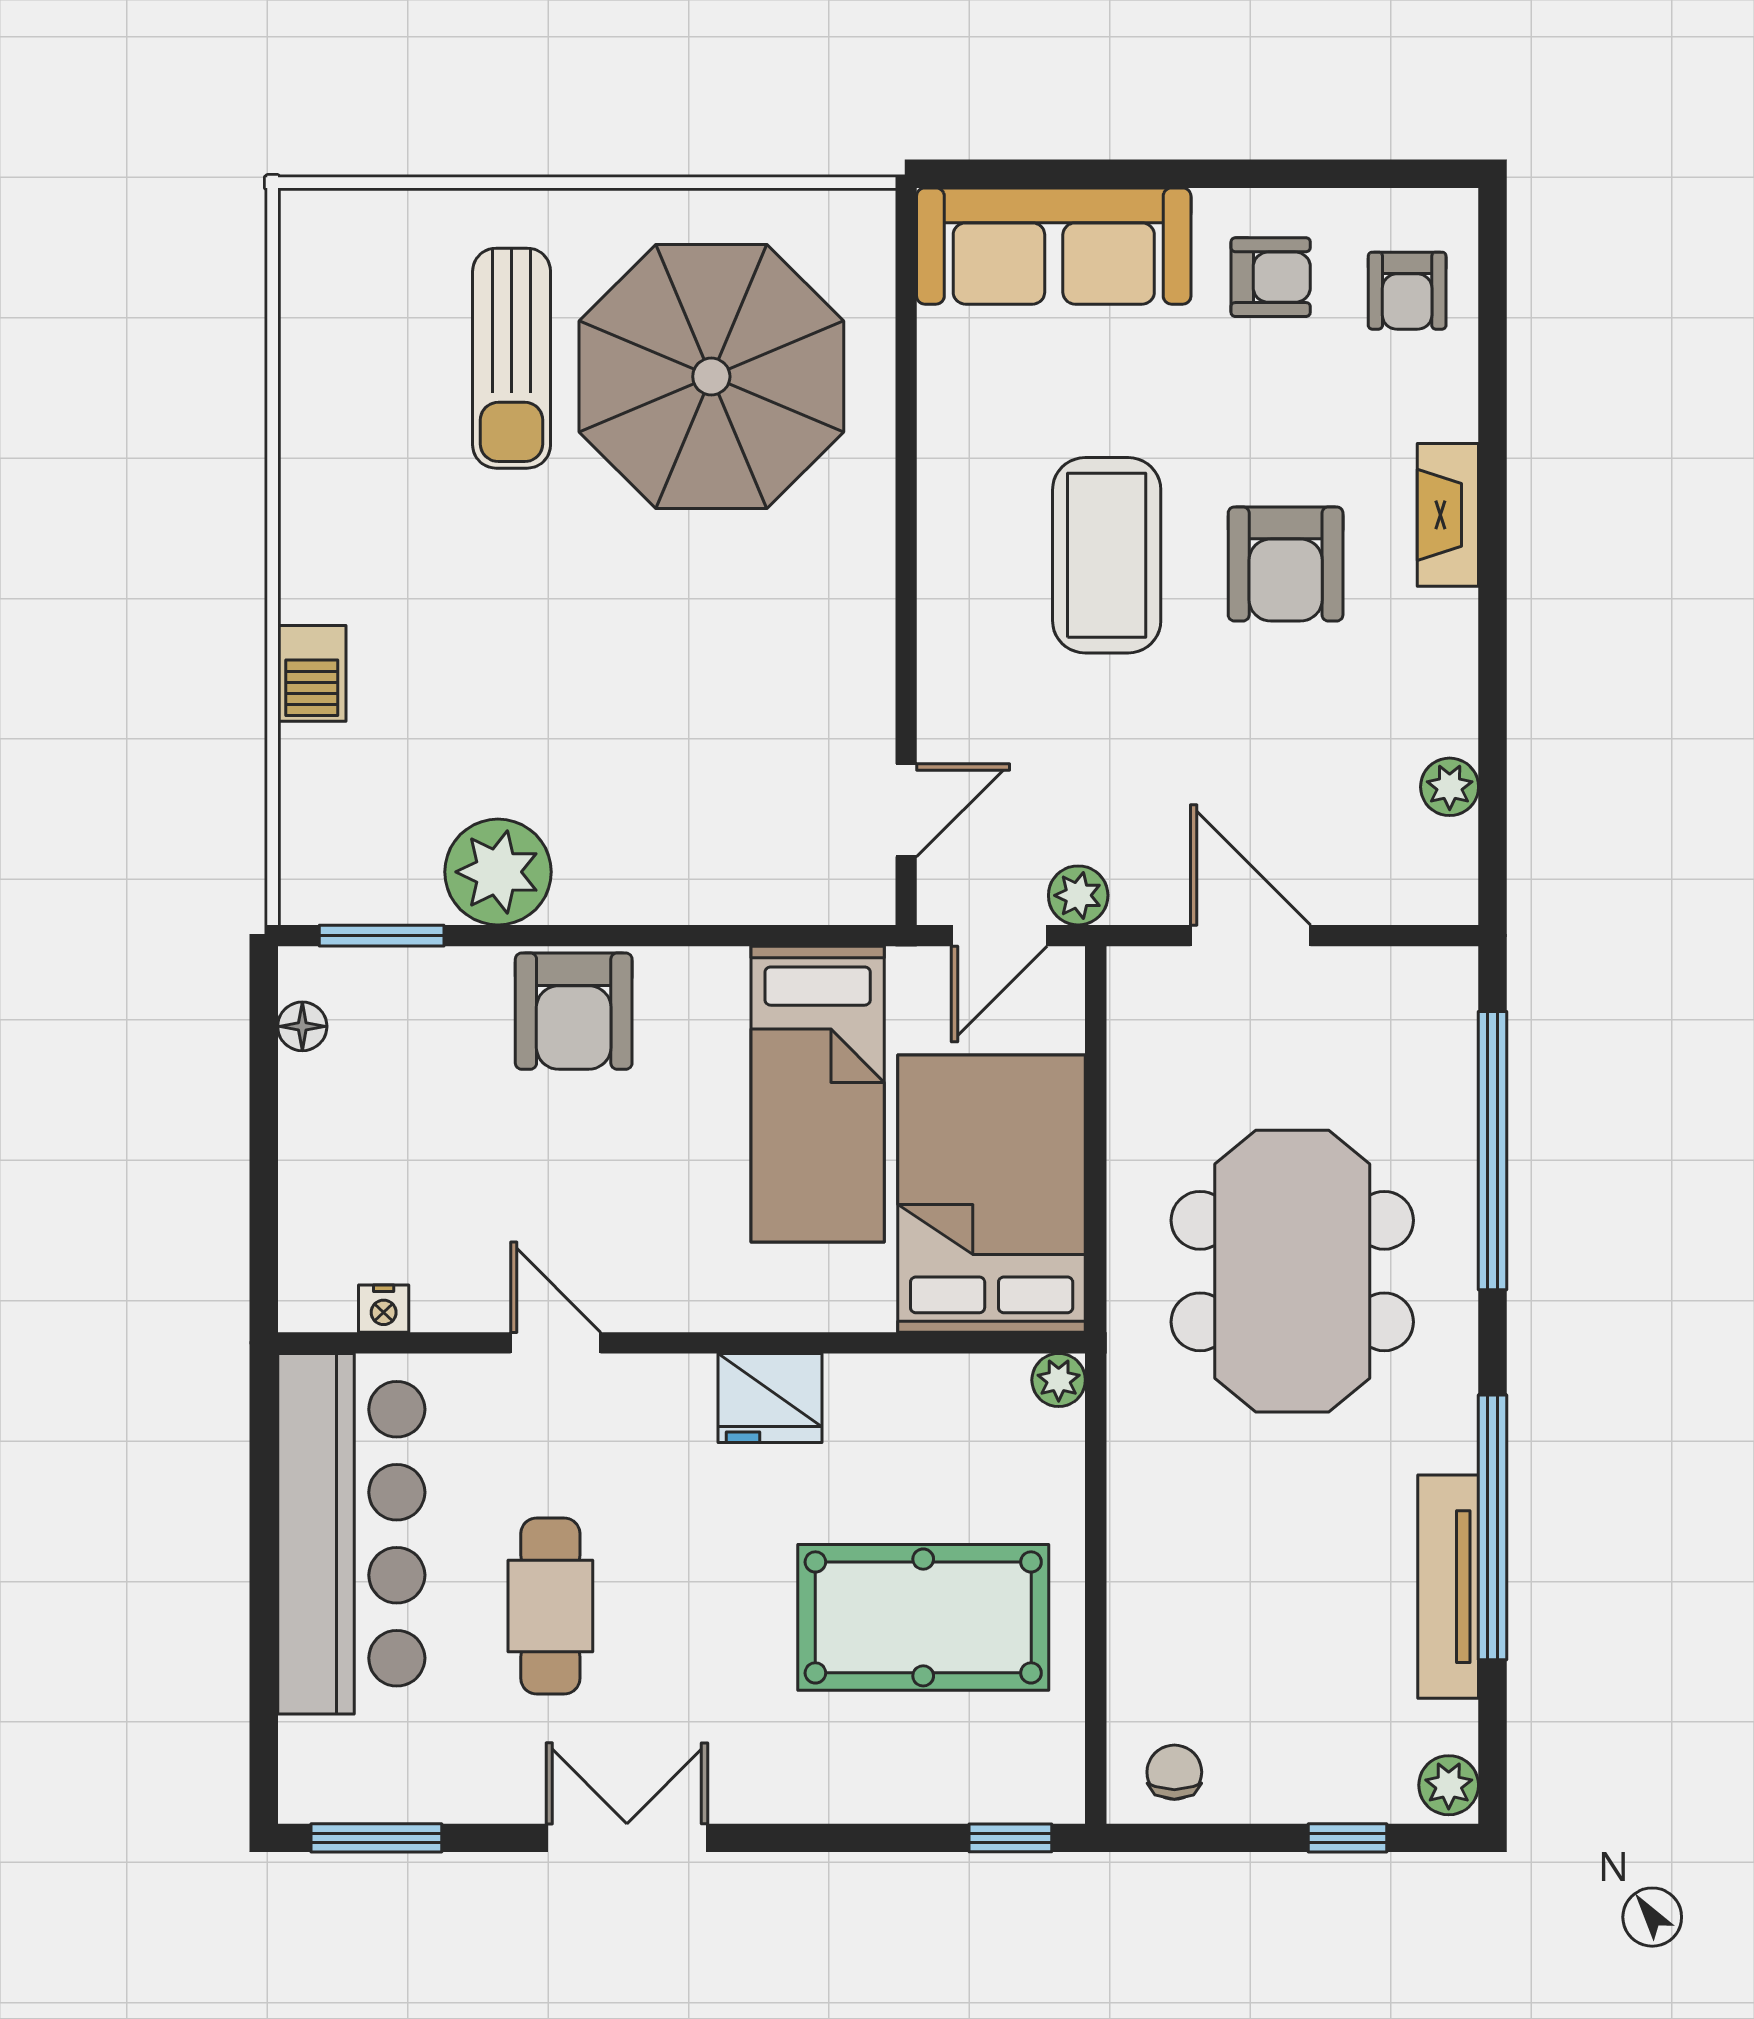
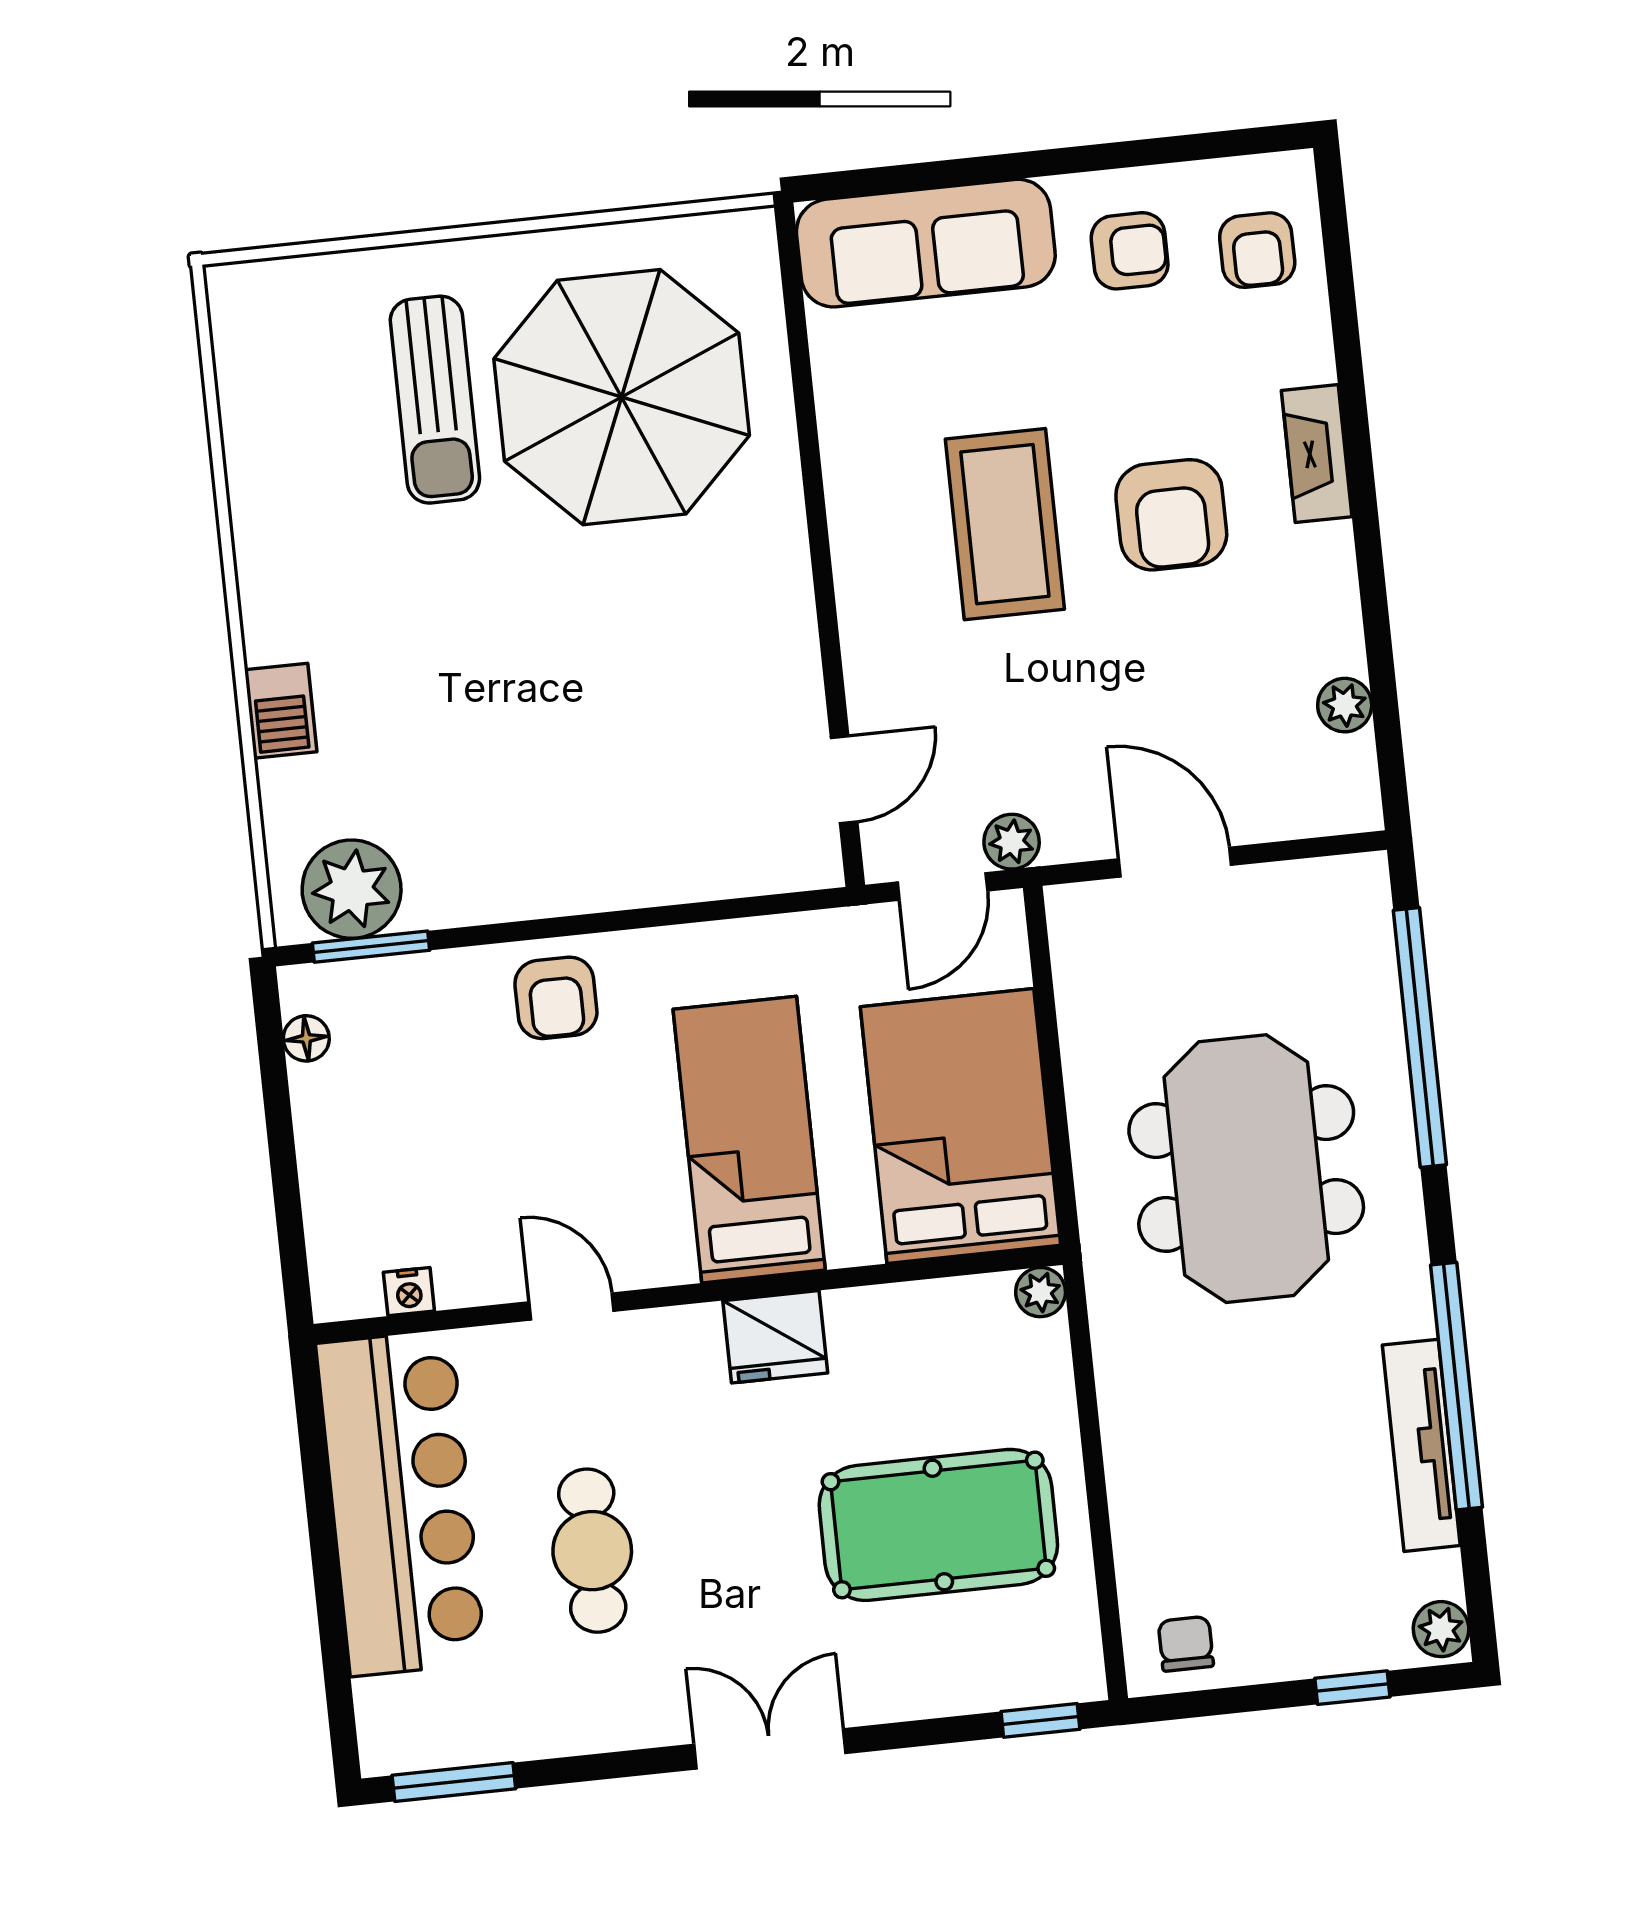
plant: (498, 872) -> (352, 889), moved
armchair: (574, 1011) -> (556, 998), width x0.72, depth x0.72
bed: (818, 1094) -> (749, 1140), moved, turned 180
double door: (627, 1838) -> (770, 1749), moved

